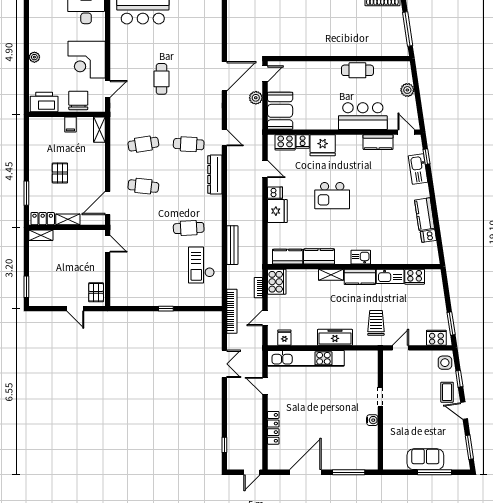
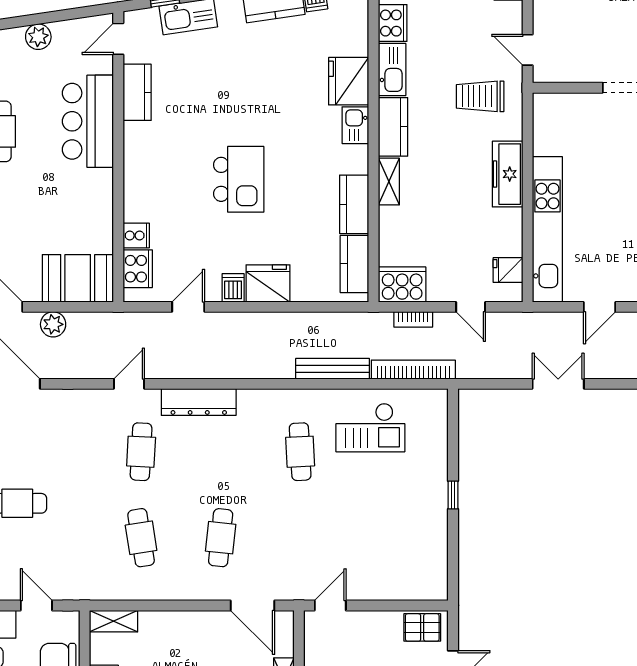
fridge: (323, 145) -> (349, 81), moved, turned 180
bookcase: (232, 311) -> (413, 370), moved

